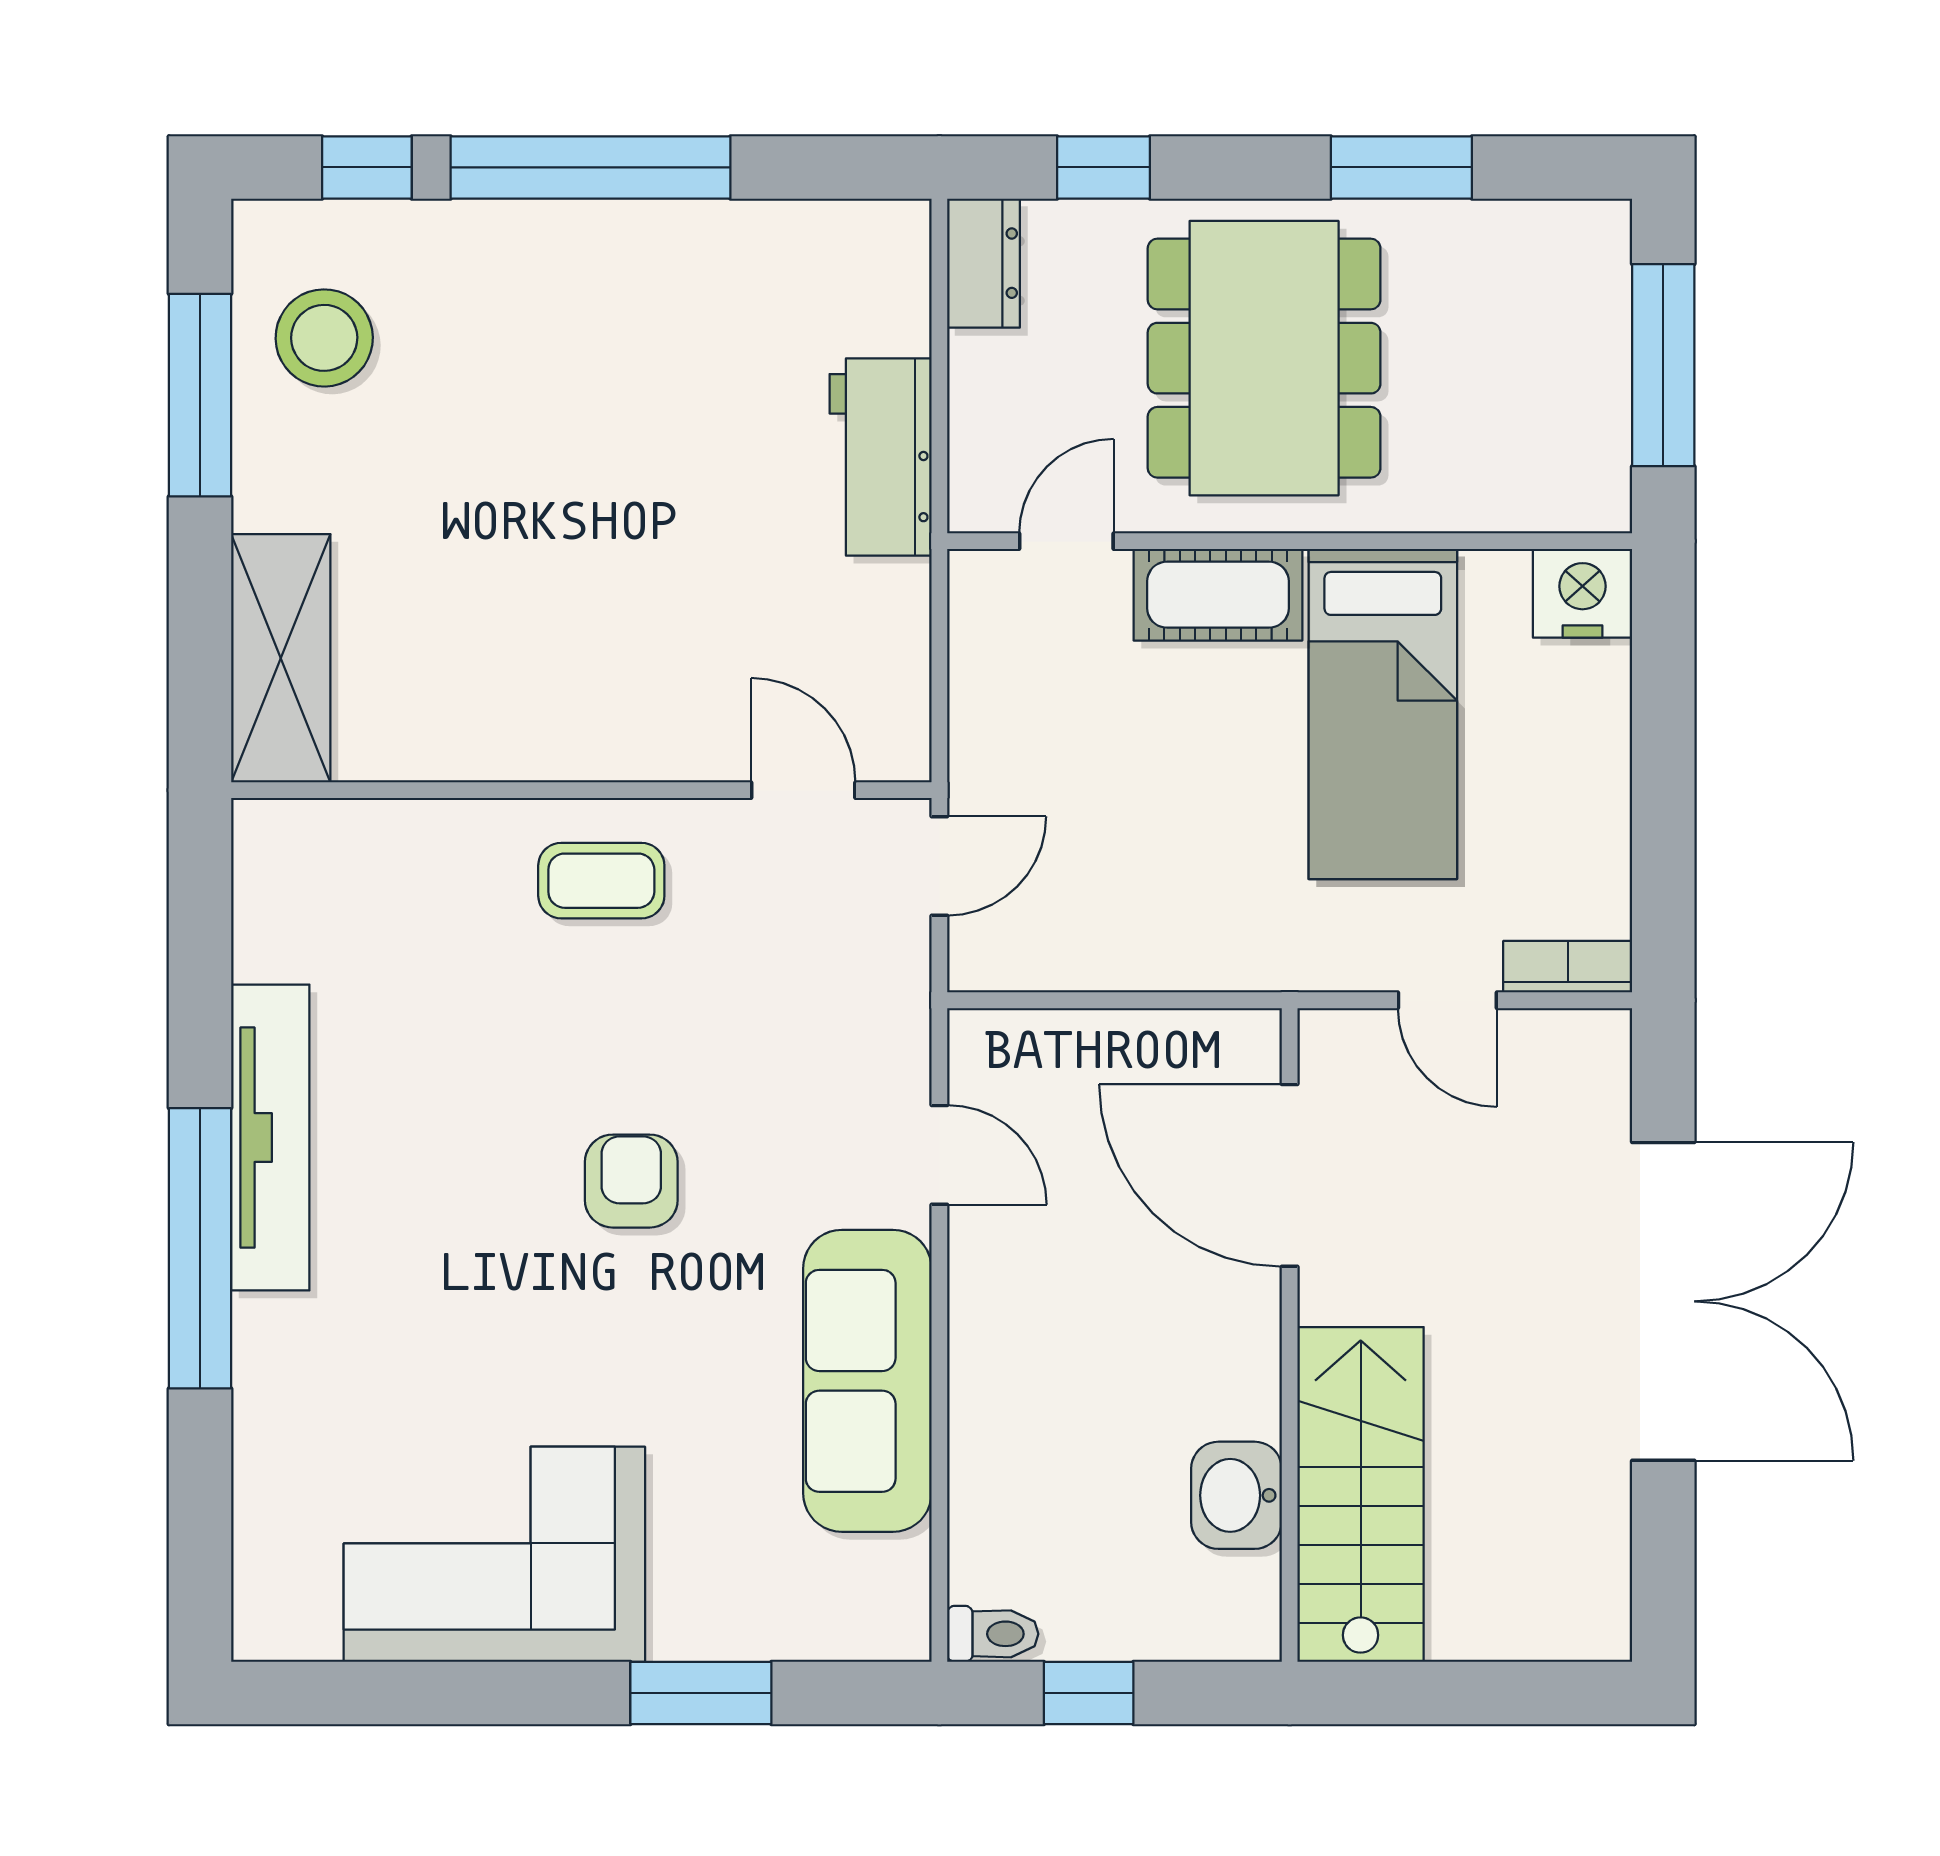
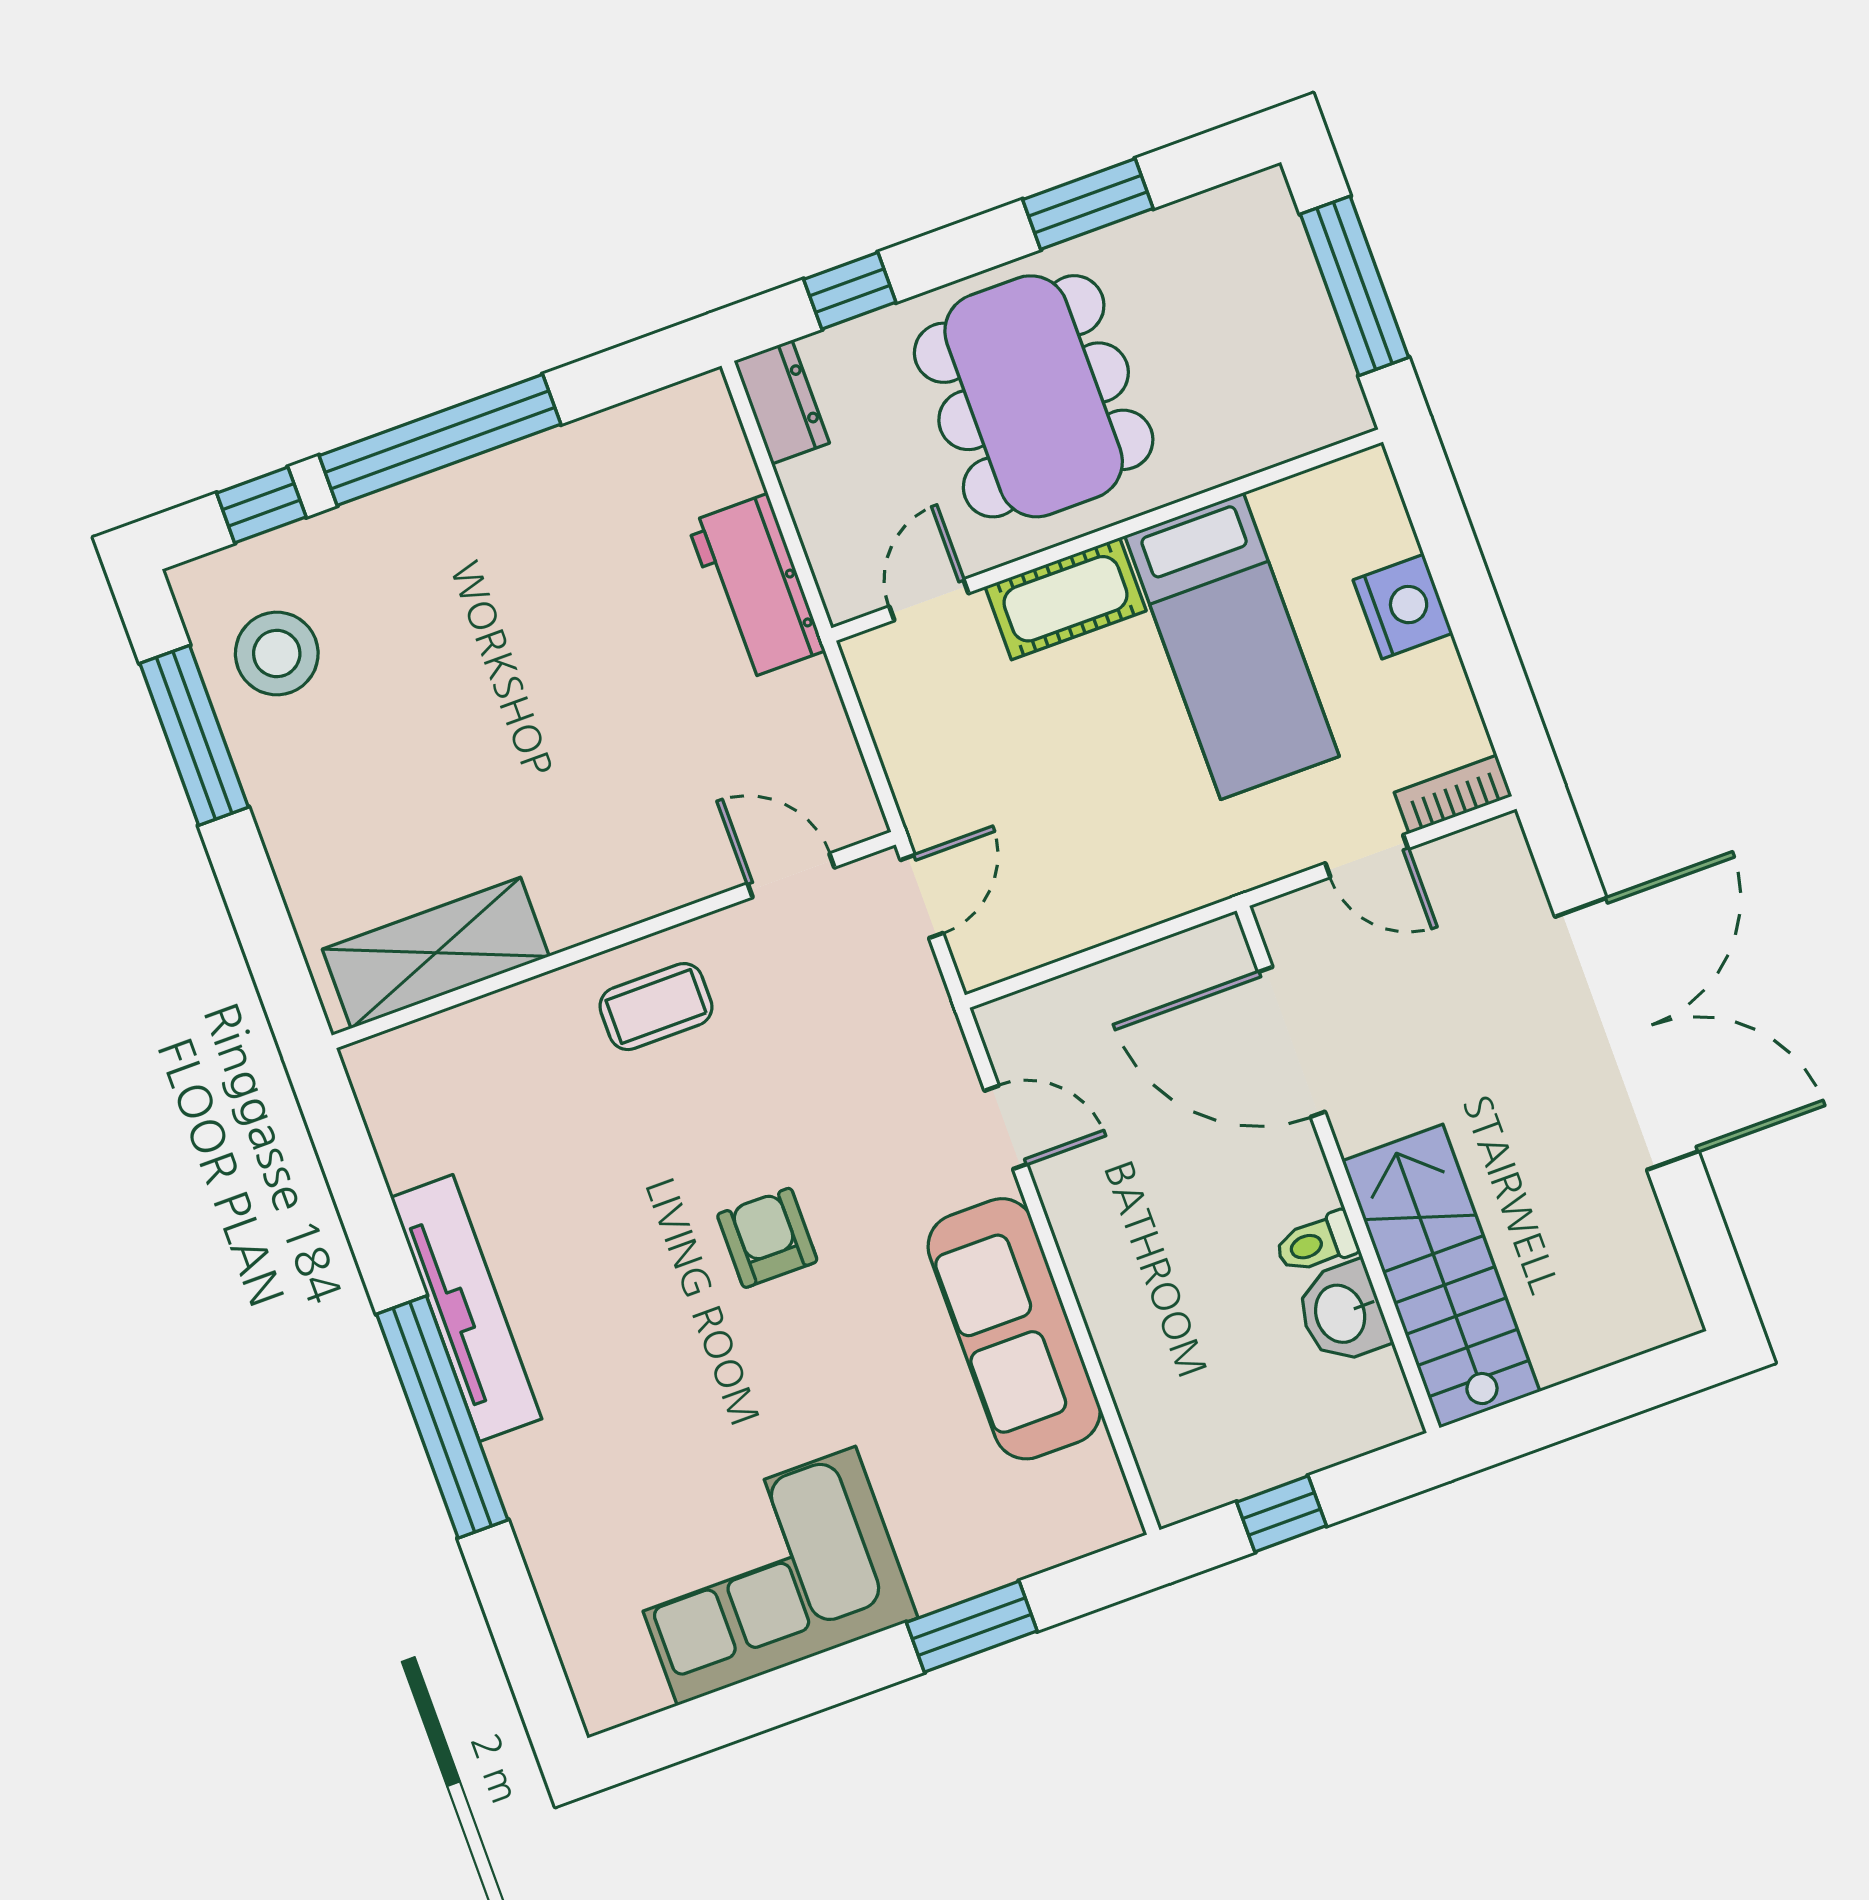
nightstand: (1582, 593) -> (1403, 607), moved, turned 90
shelving: (281, 658) -> (436, 953), moved, turned 90
toilet: (993, 1634) -> (1317, 1243), moved, turned 180

